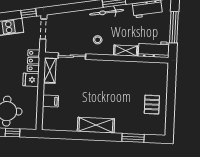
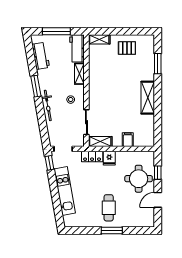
bicycle: (107, 12) -> (48, 105), moved
shelving: (163, 74) -> (99, 39), added

